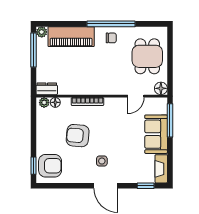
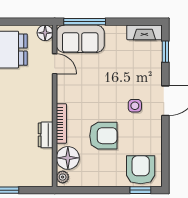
dresser: (47, 89) -> (46, 135), moved
floor lamp: (55, 102) -> (68, 158), width x1.89, depth x1.89
sofa: (156, 134) -> (80, 39), moved
armchair: (78, 136) -> (103, 136), turned -95

